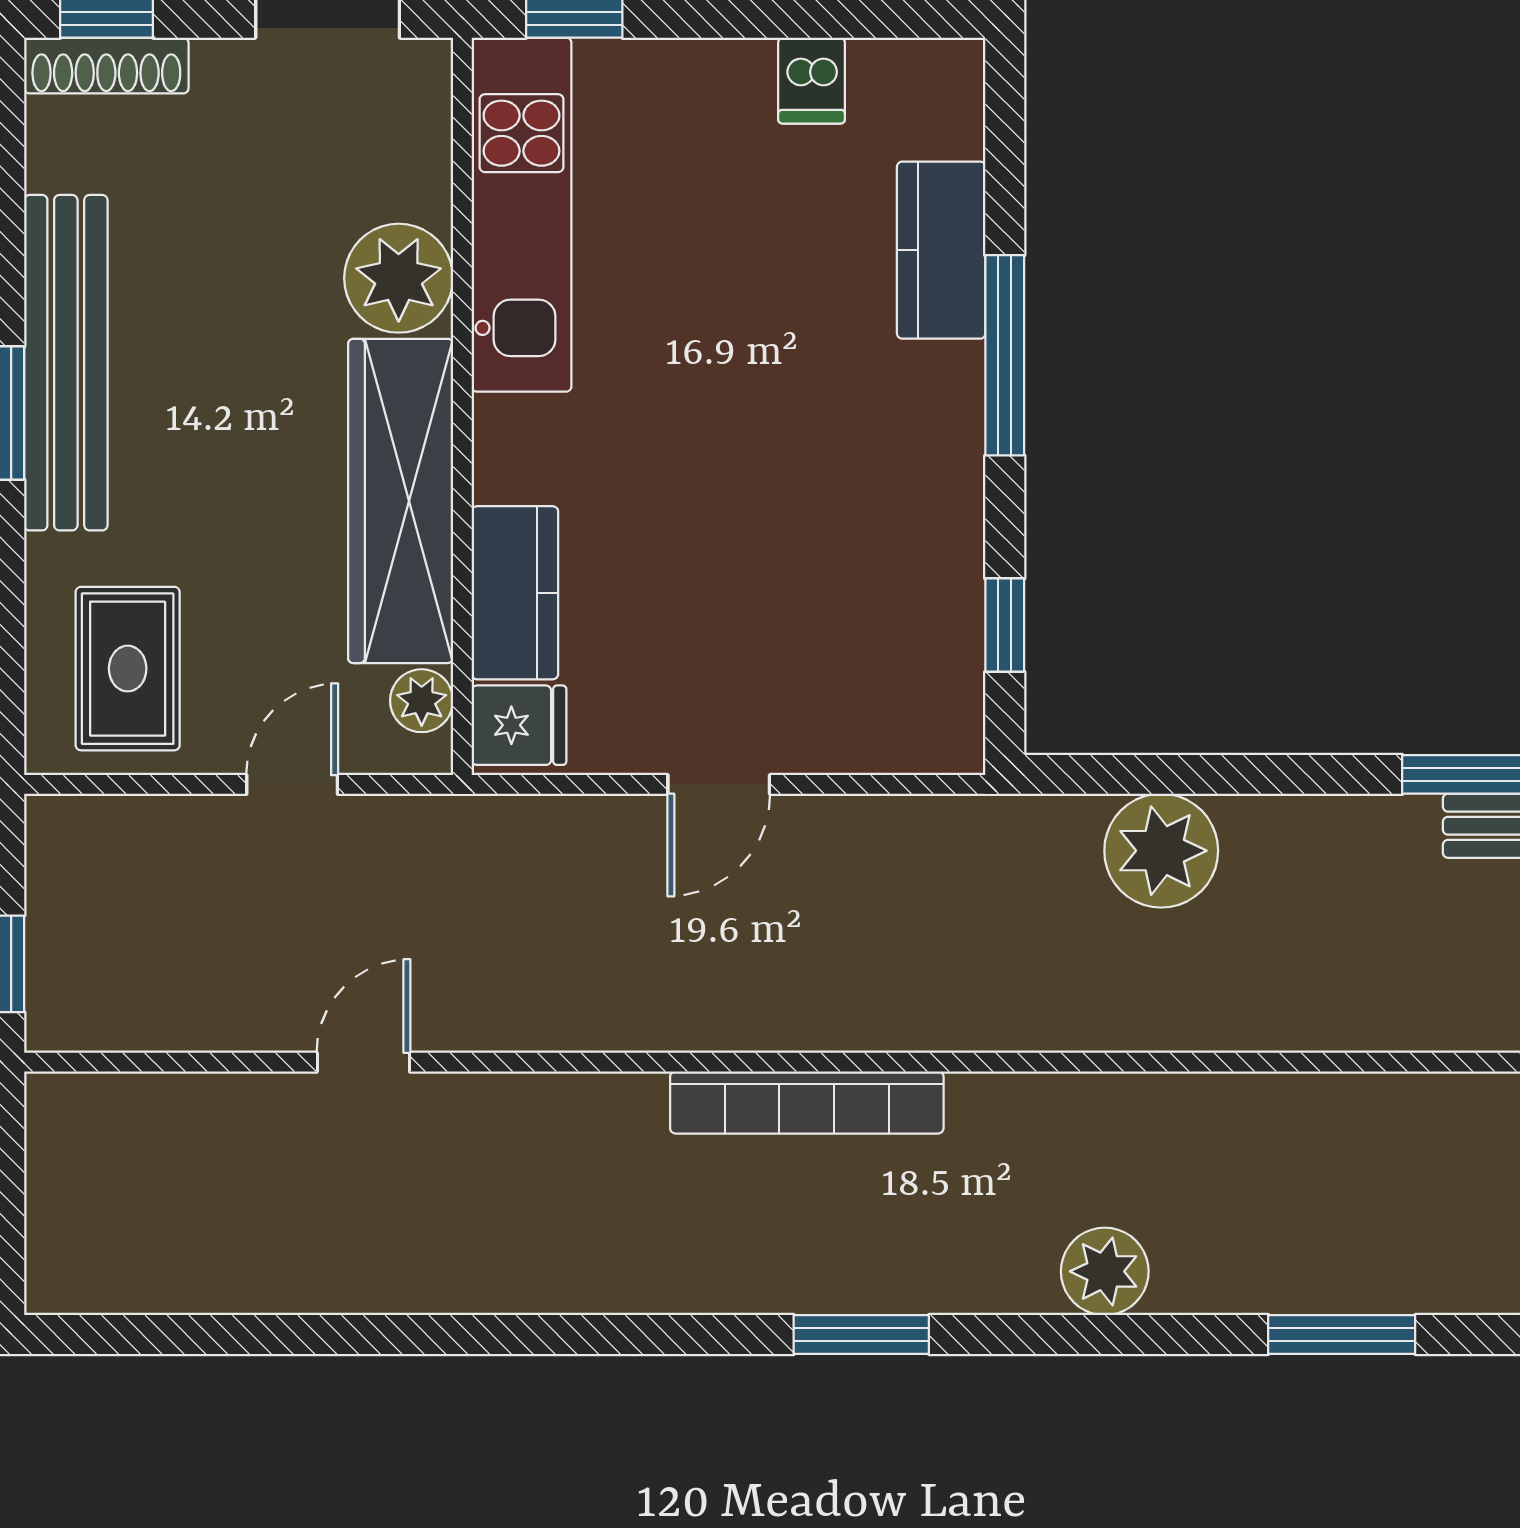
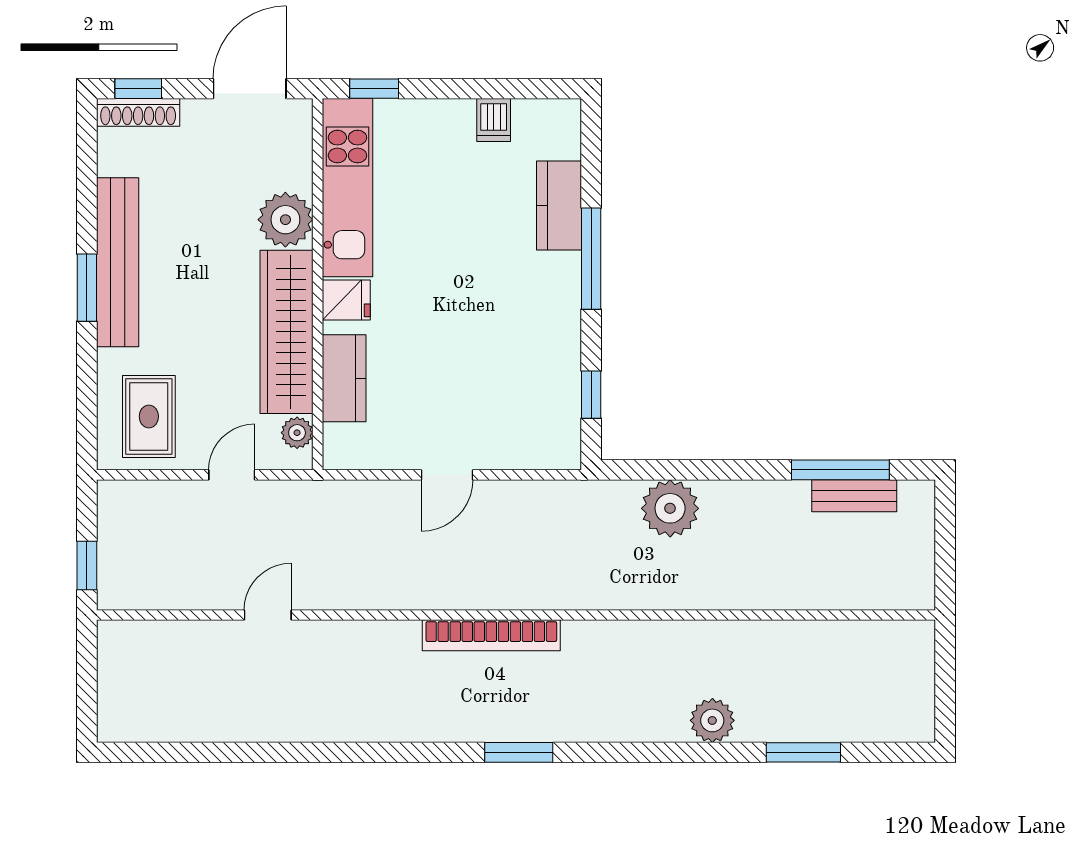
fridge: (519, 725) -> (346, 300), moved
plant: (1105, 1271) -> (712, 720), moved
window: (1342, 1335) -> (803, 752), moved

